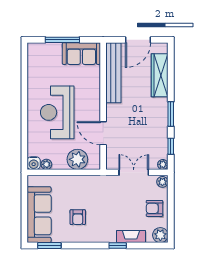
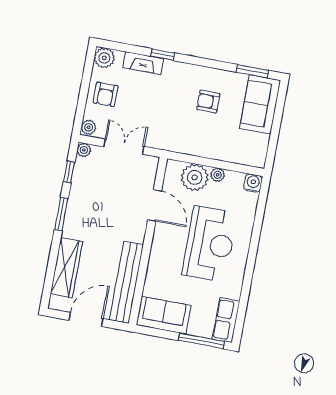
window: (62, 40) -> (201, 341), moved
row of seats: (35, 59) -> (226, 320), added
plant: (46, 164) -> (218, 175), moved
double door: (134, 172) -> (124, 147), swing flipped
armchair: (154, 208) -> (106, 94), turned 90
sofa: (39, 215) -> (260, 104), width x0.73
armchair: (78, 217) -> (208, 102), turned -90

